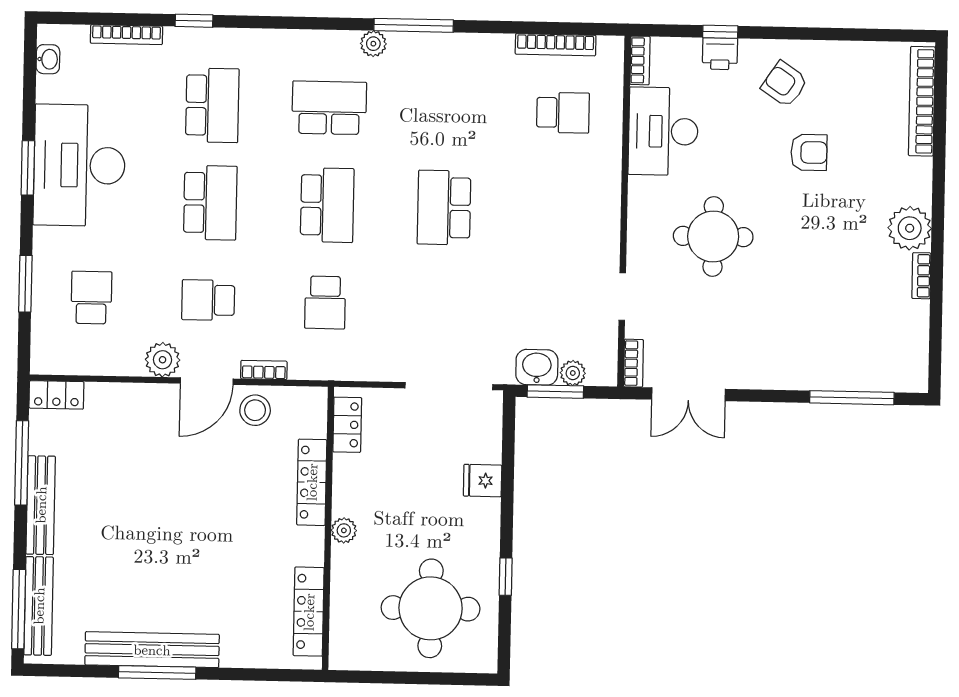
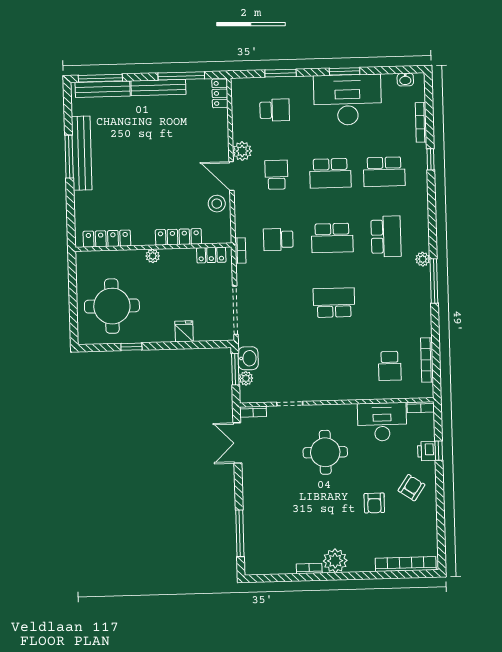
bookcase: (264, 370) -> (240, 250), moved

